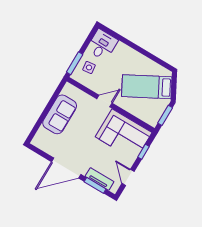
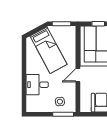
desk: (102, 45) -> (37, 85), moved
door: (104, 101) -> (78, 75), hinge flipped

